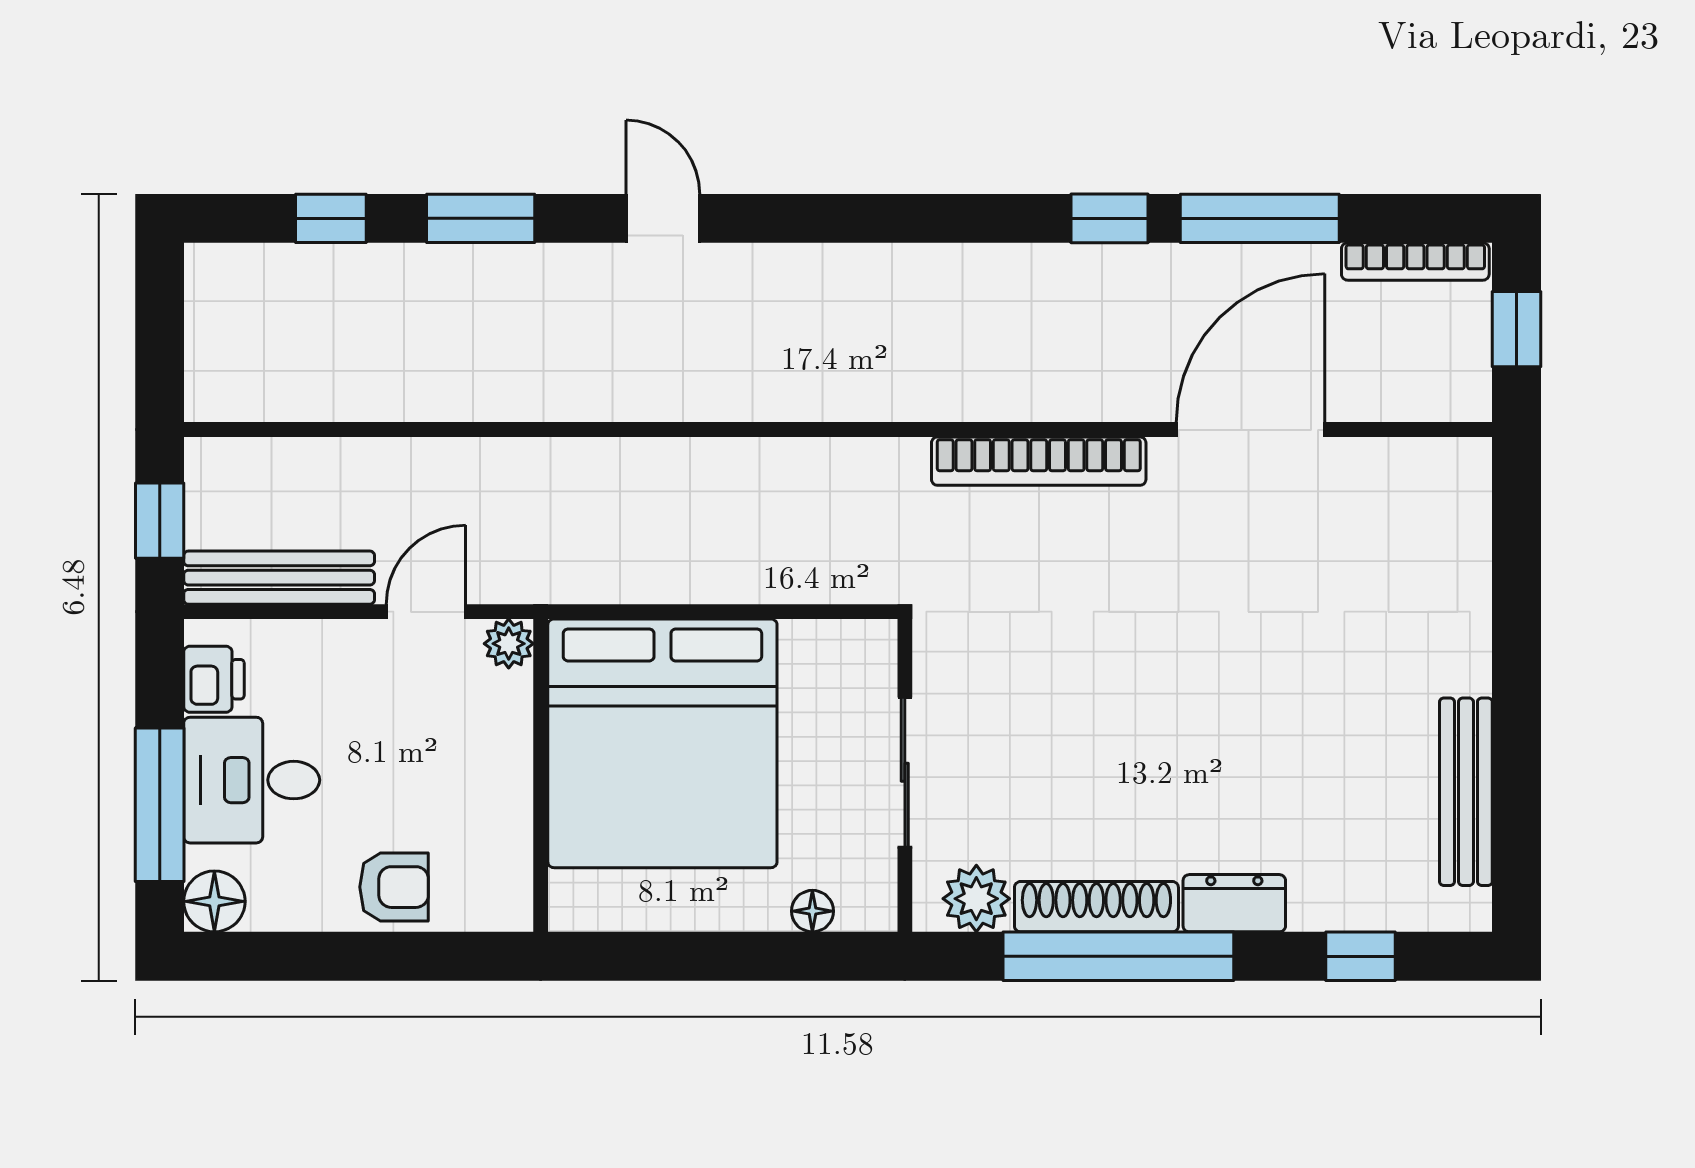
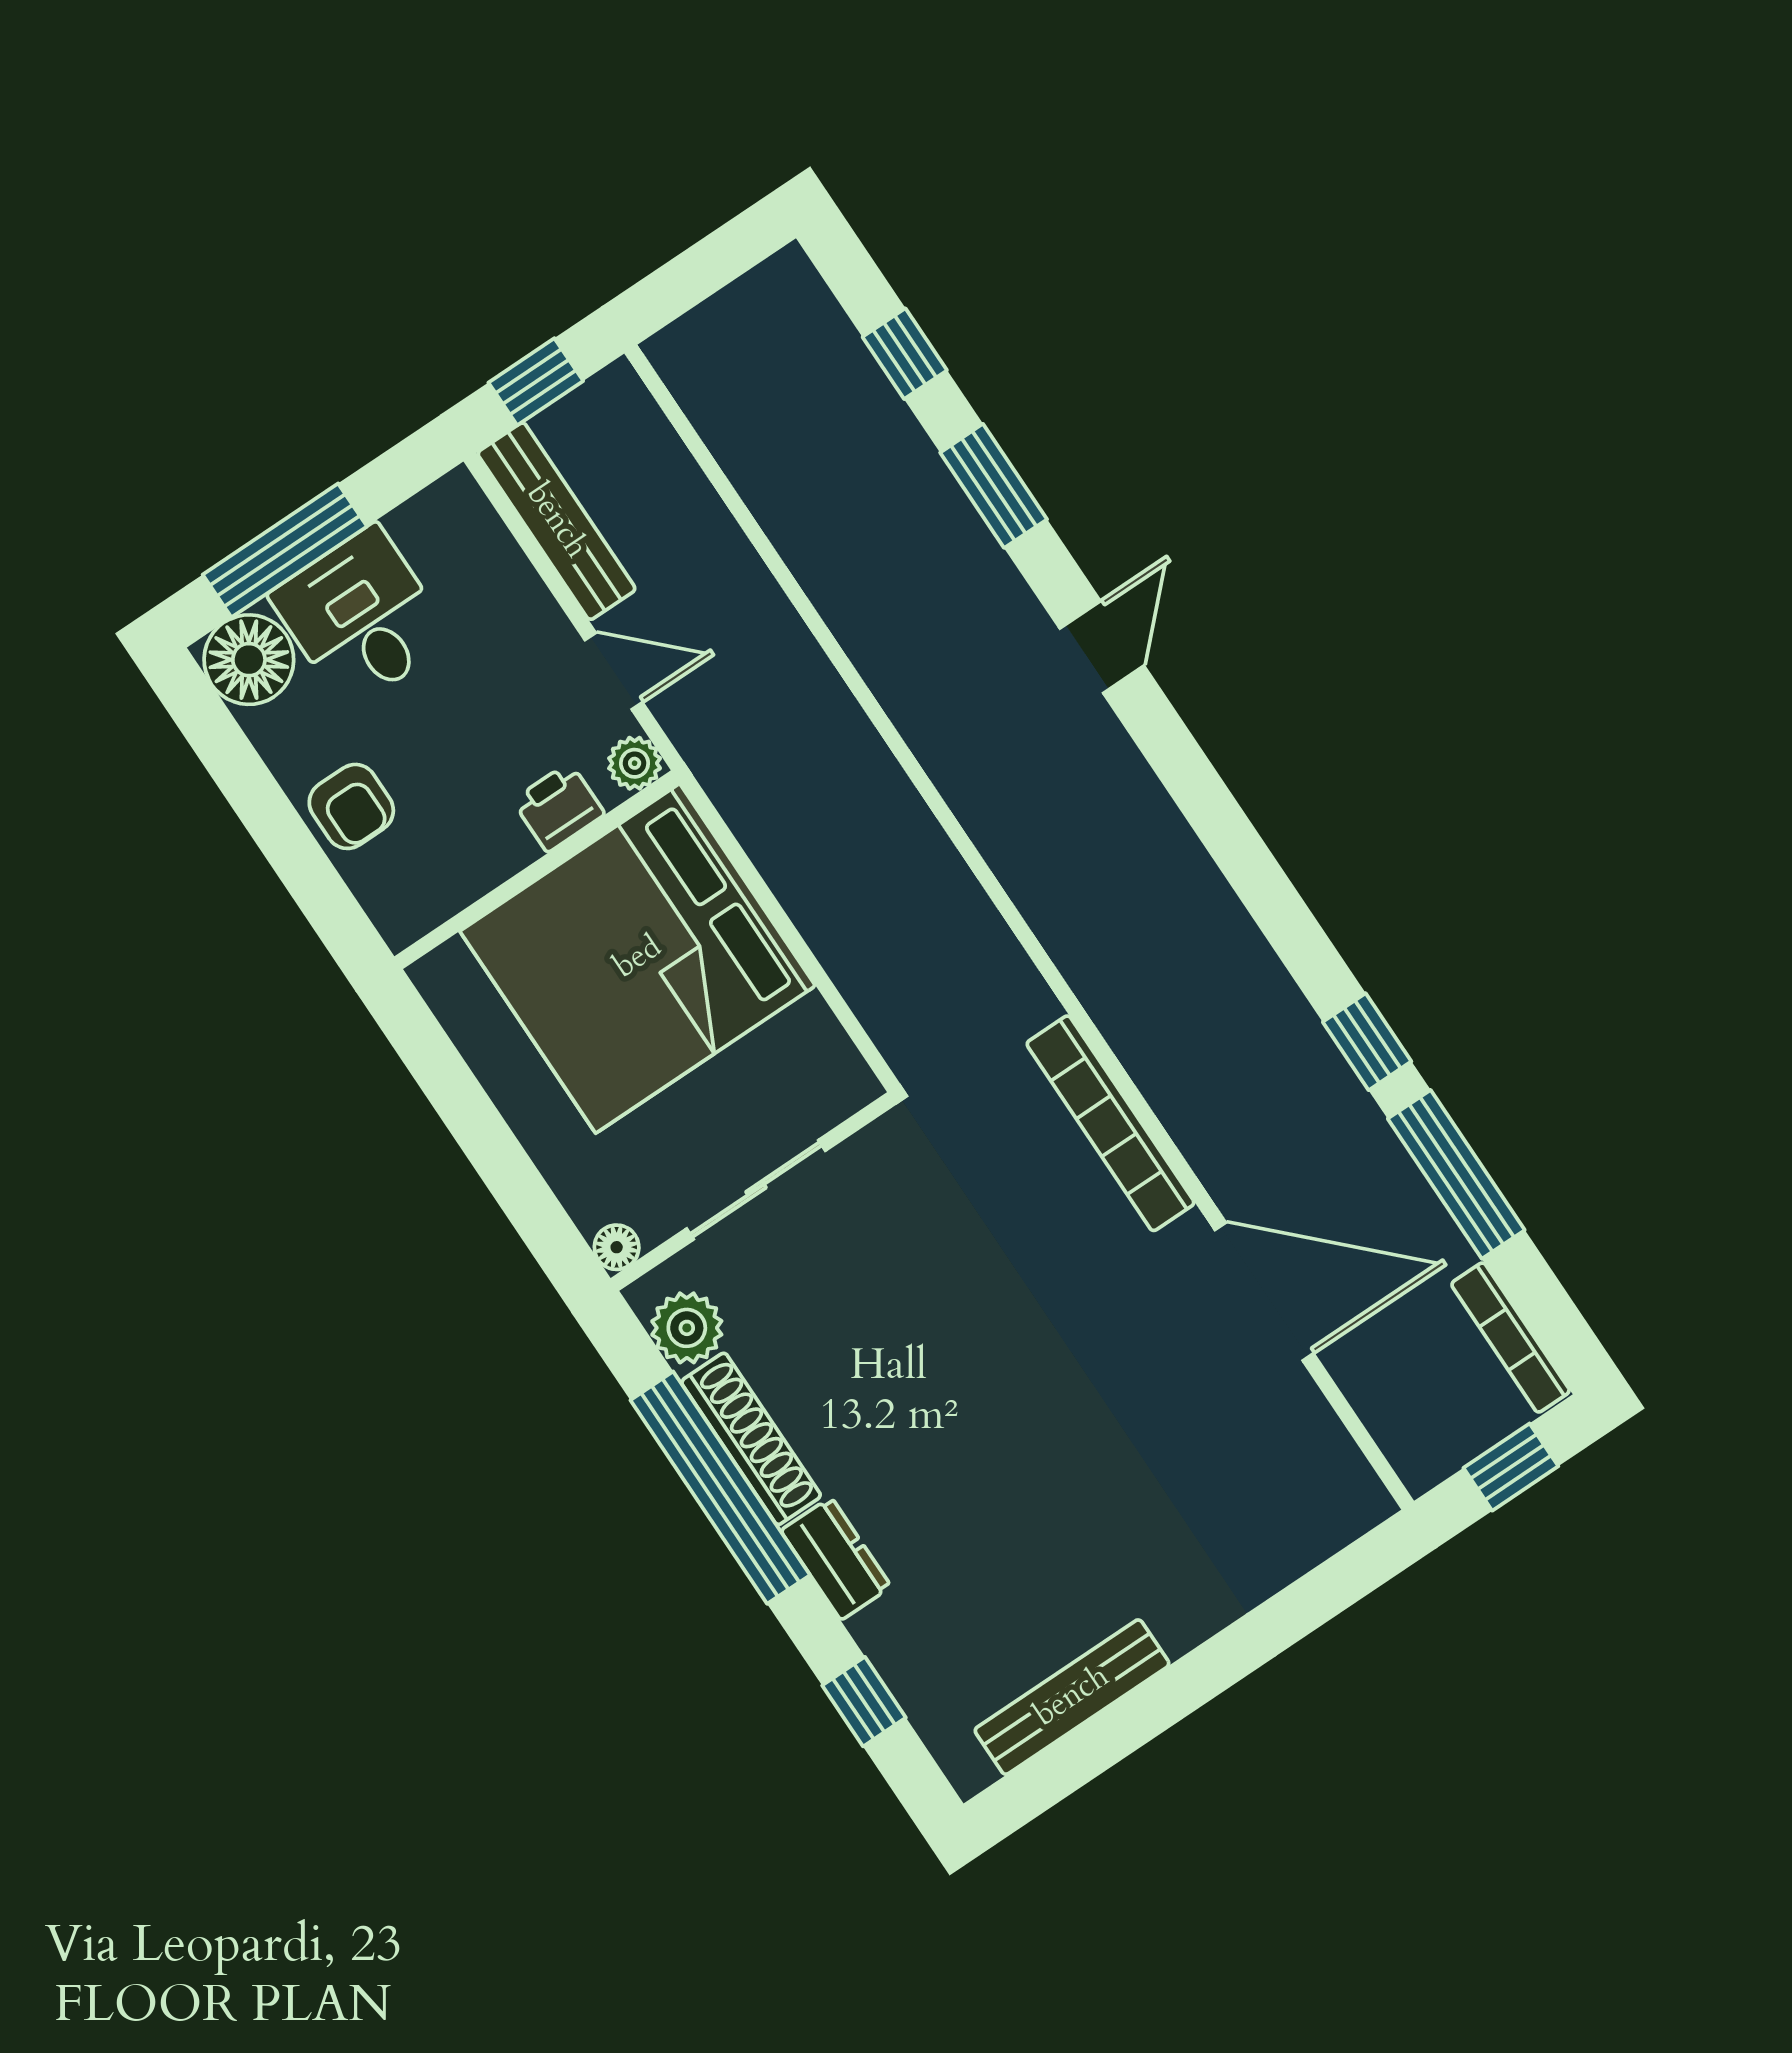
printer: (214, 679) -> (559, 807), moved, turned 180
floor lamp: (214, 901) -> (249, 660), width x1.38, depth x1.38
floor lamp: (812, 911) -> (617, 1247), moved

